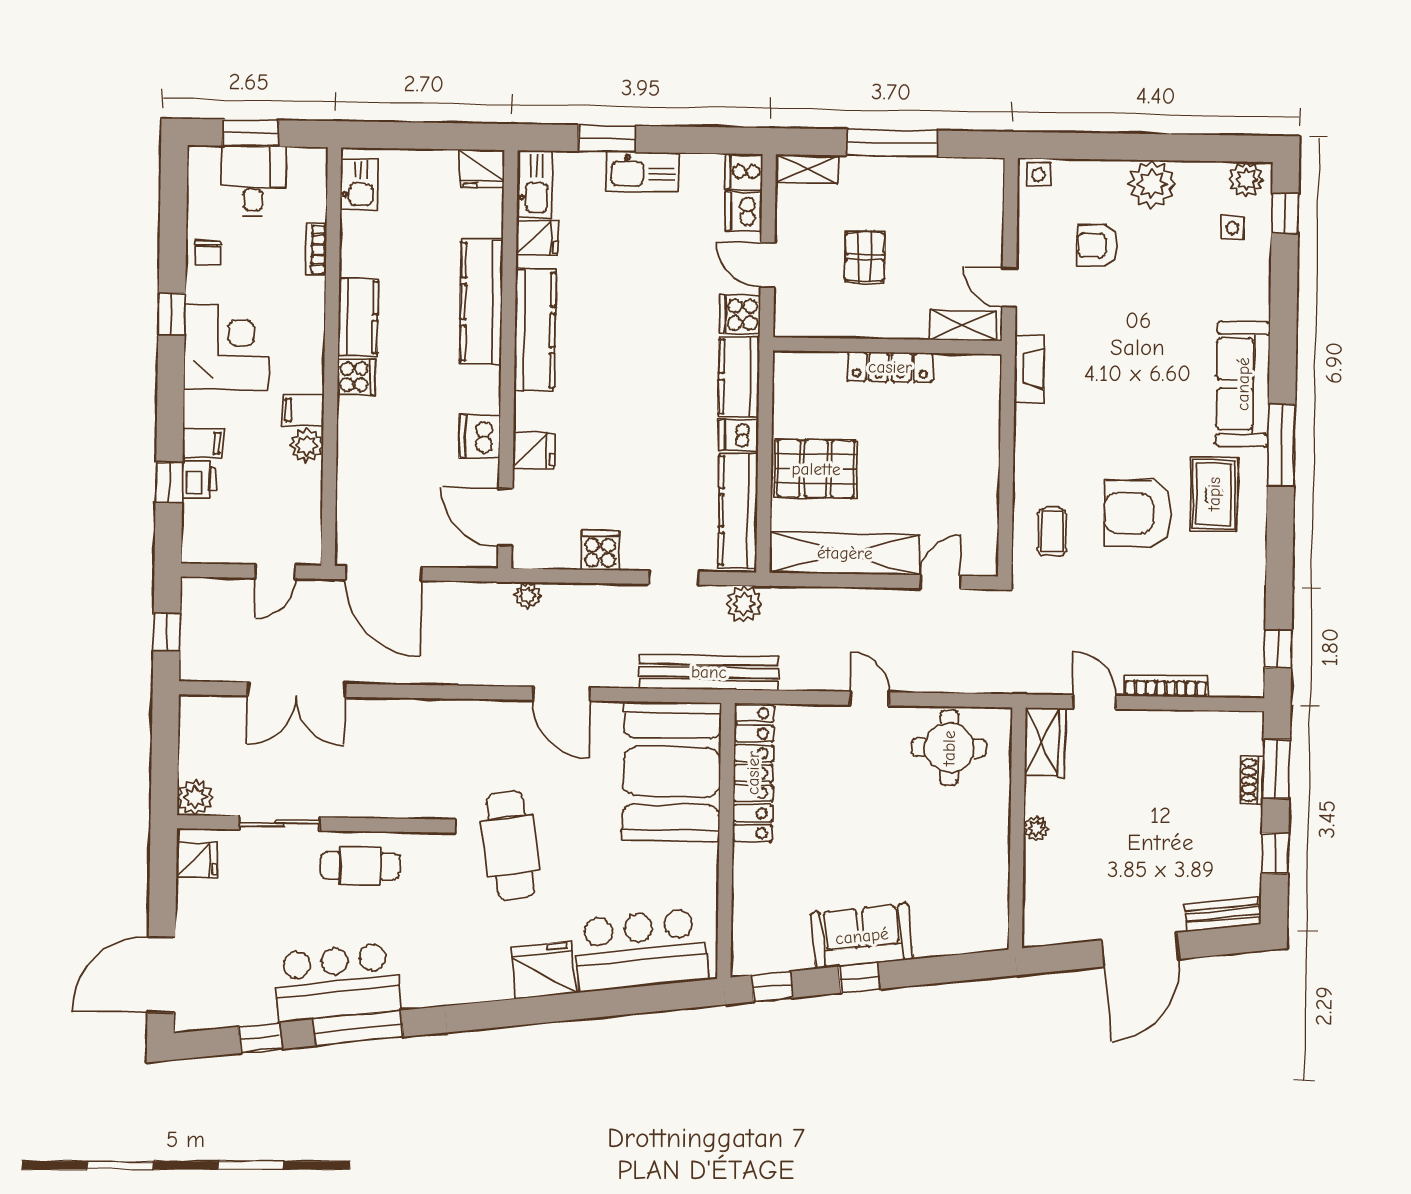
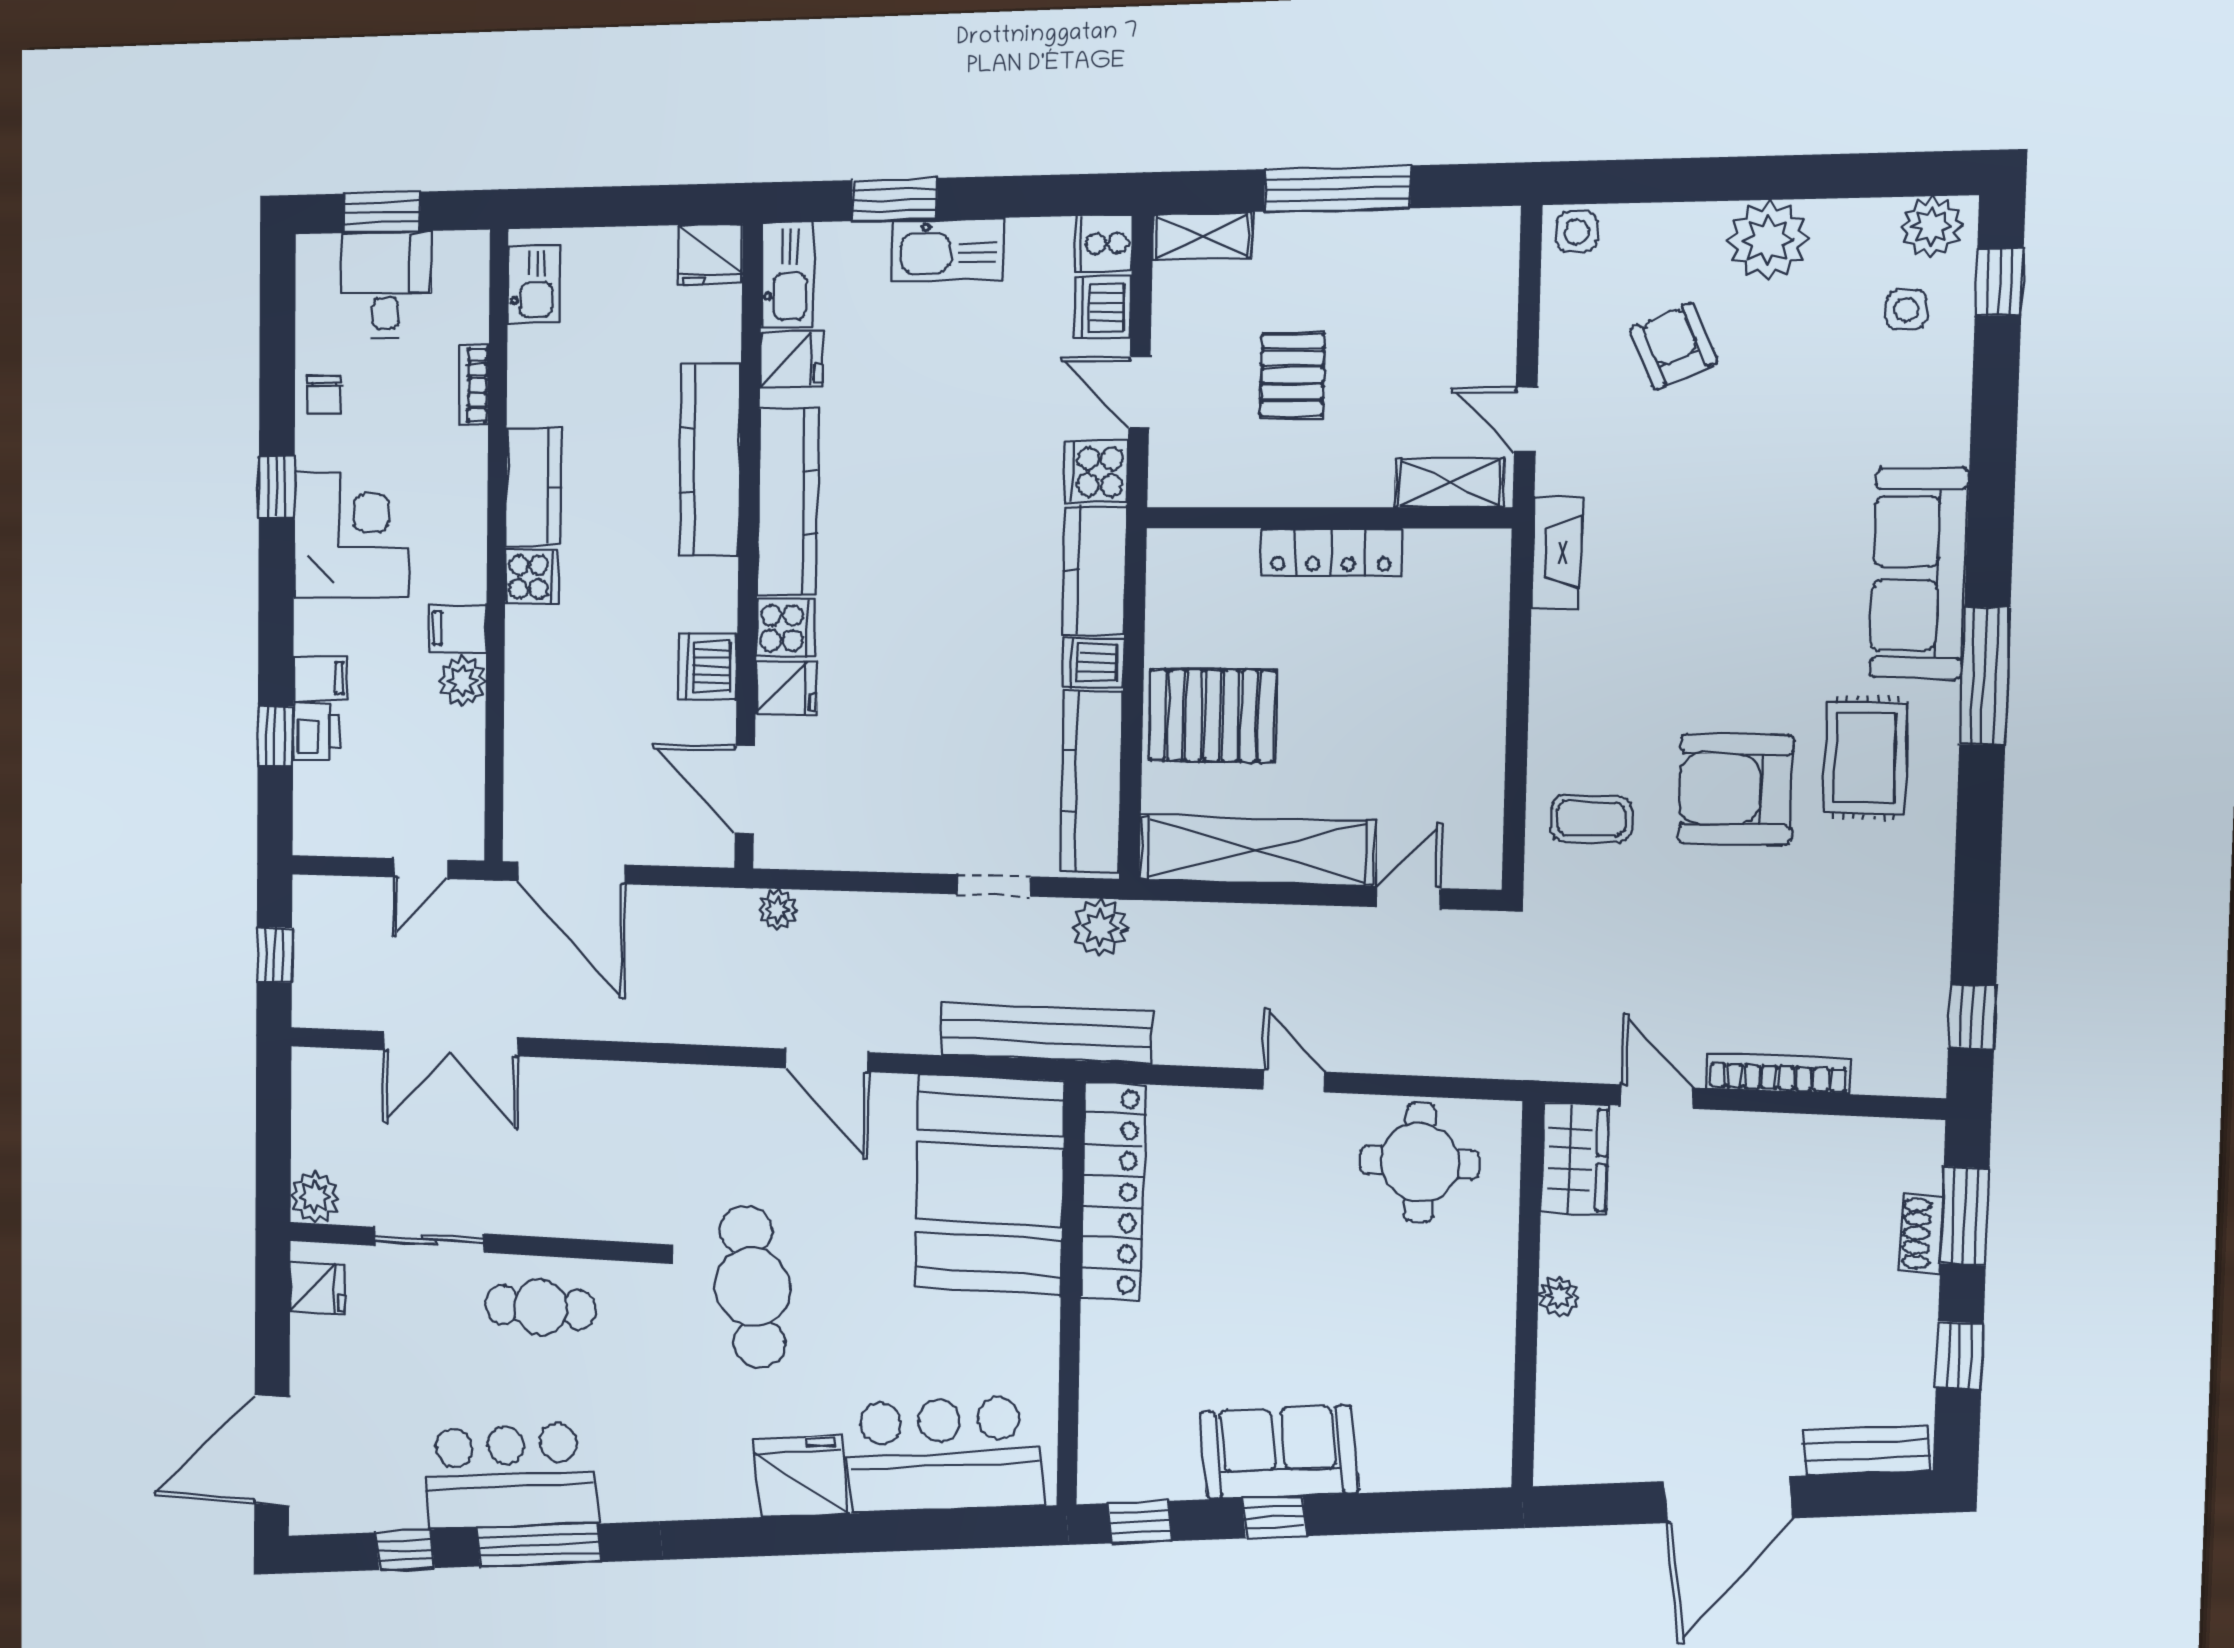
armchair: (1097, 245) -> (1674, 346), turned 66
coffee table: (1052, 532) -> (1591, 818), turned 90
cooker: (600, 550) -> (785, 628), moved, turned 90

